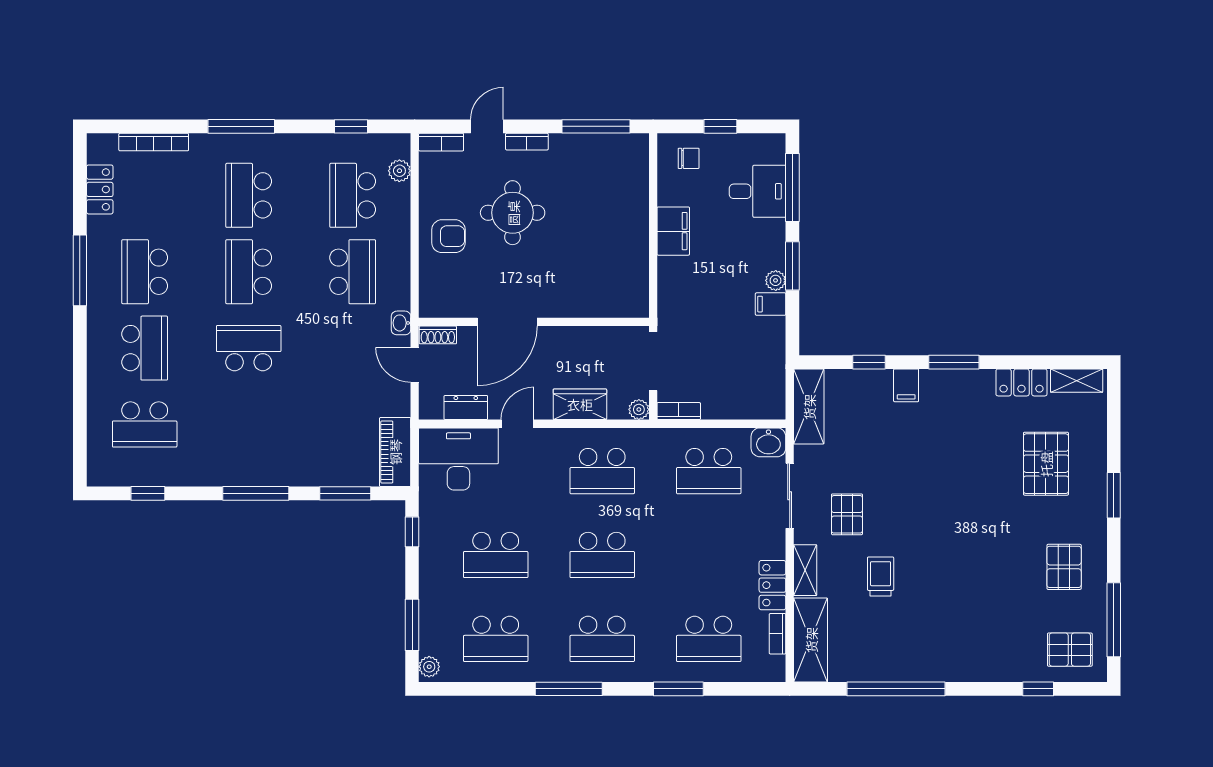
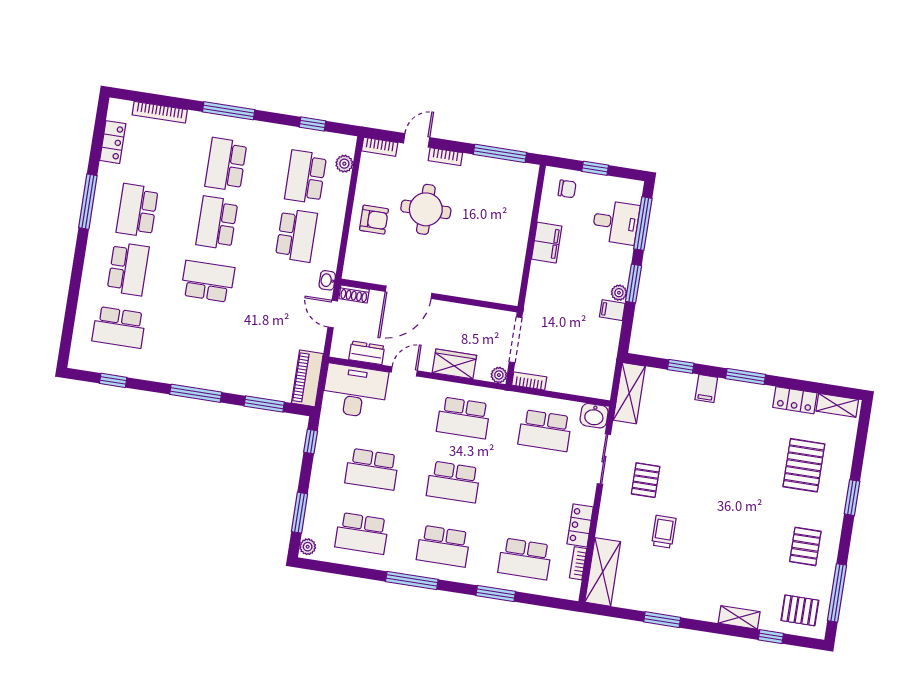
shelving: (805, 570) -> (739, 617), moved, turned 90
window: (896, 689) -> (662, 620), width x0.47

